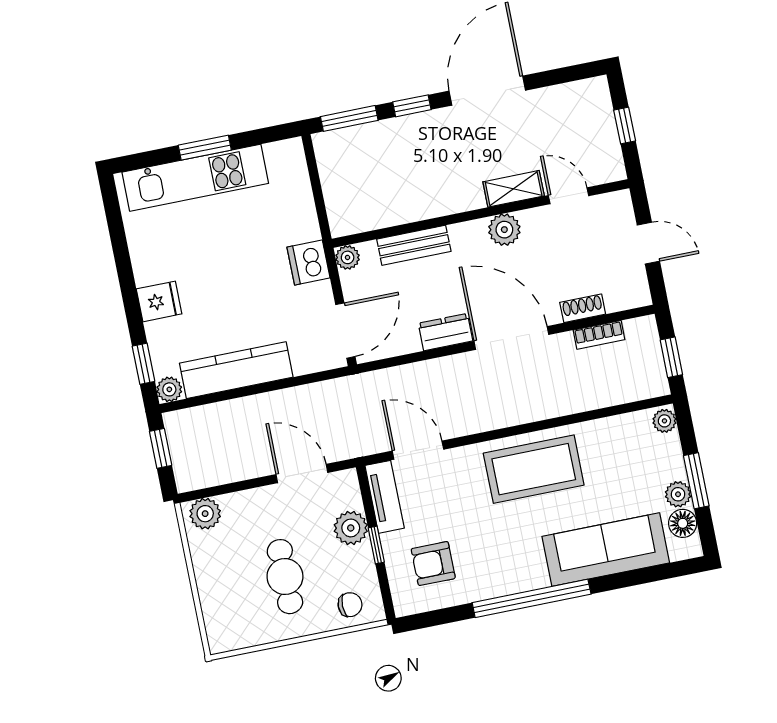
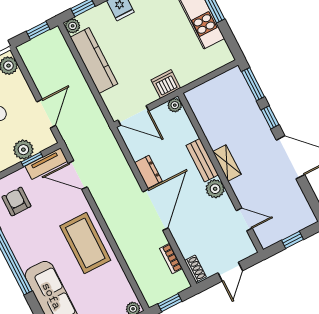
shelving: (514, 189) -> (227, 163), moved
door: (569, 196) -> (244, 219), hinge flipped
bench: (414, 245) -> (202, 160), moved
shoe rack: (583, 308) -> (195, 269), moved
door: (418, 450) -> (78, 175), swing flipped
window: (376, 545) -> (32, 159), moved

